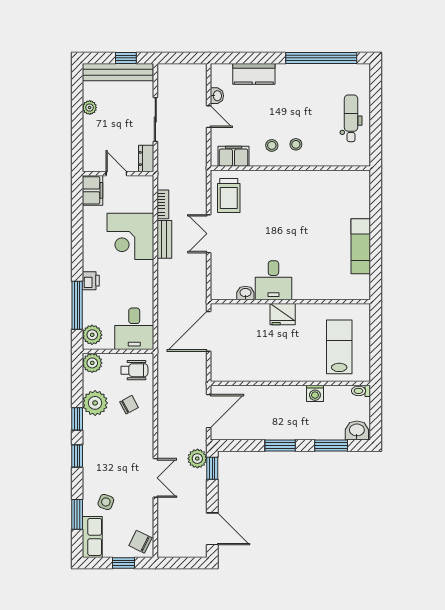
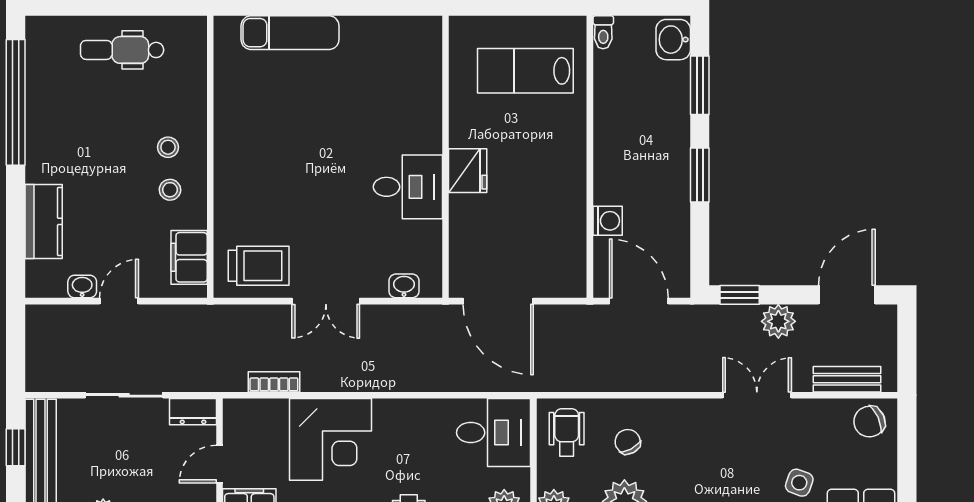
bench: (164, 239) -> (847, 379), moved
exam couch: (361, 246) -> (290, 33), moved
washbasin: (245, 293) -> (404, 286), moved, turned 90
washing machine: (315, 393) -> (608, 221), moved
plant: (197, 459) -> (778, 321), moved
chair: (140, 542) -> (869, 422), turned 40
window: (123, 563) -> (907, 452), removed

